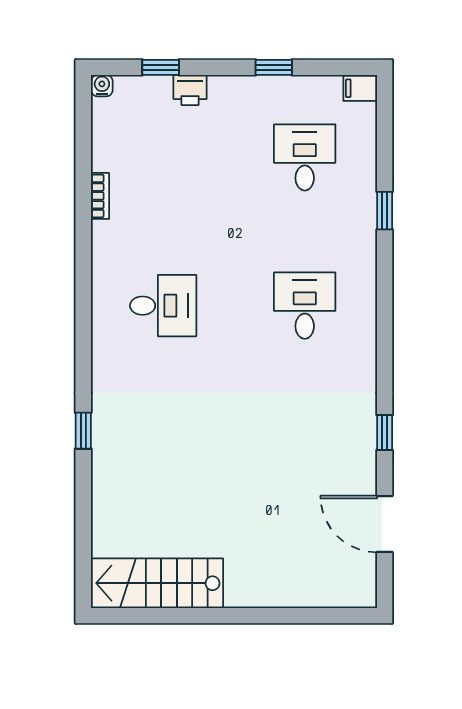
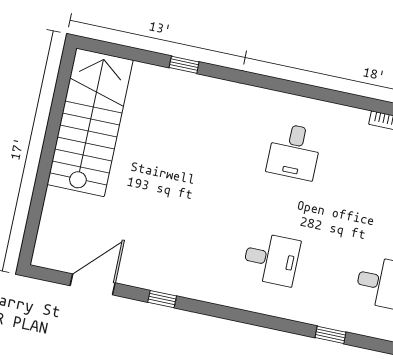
window: (83, 431) -> (184, 65), moved
stairs: (157, 583) -> (90, 122), width x1.36, depth x1.51

